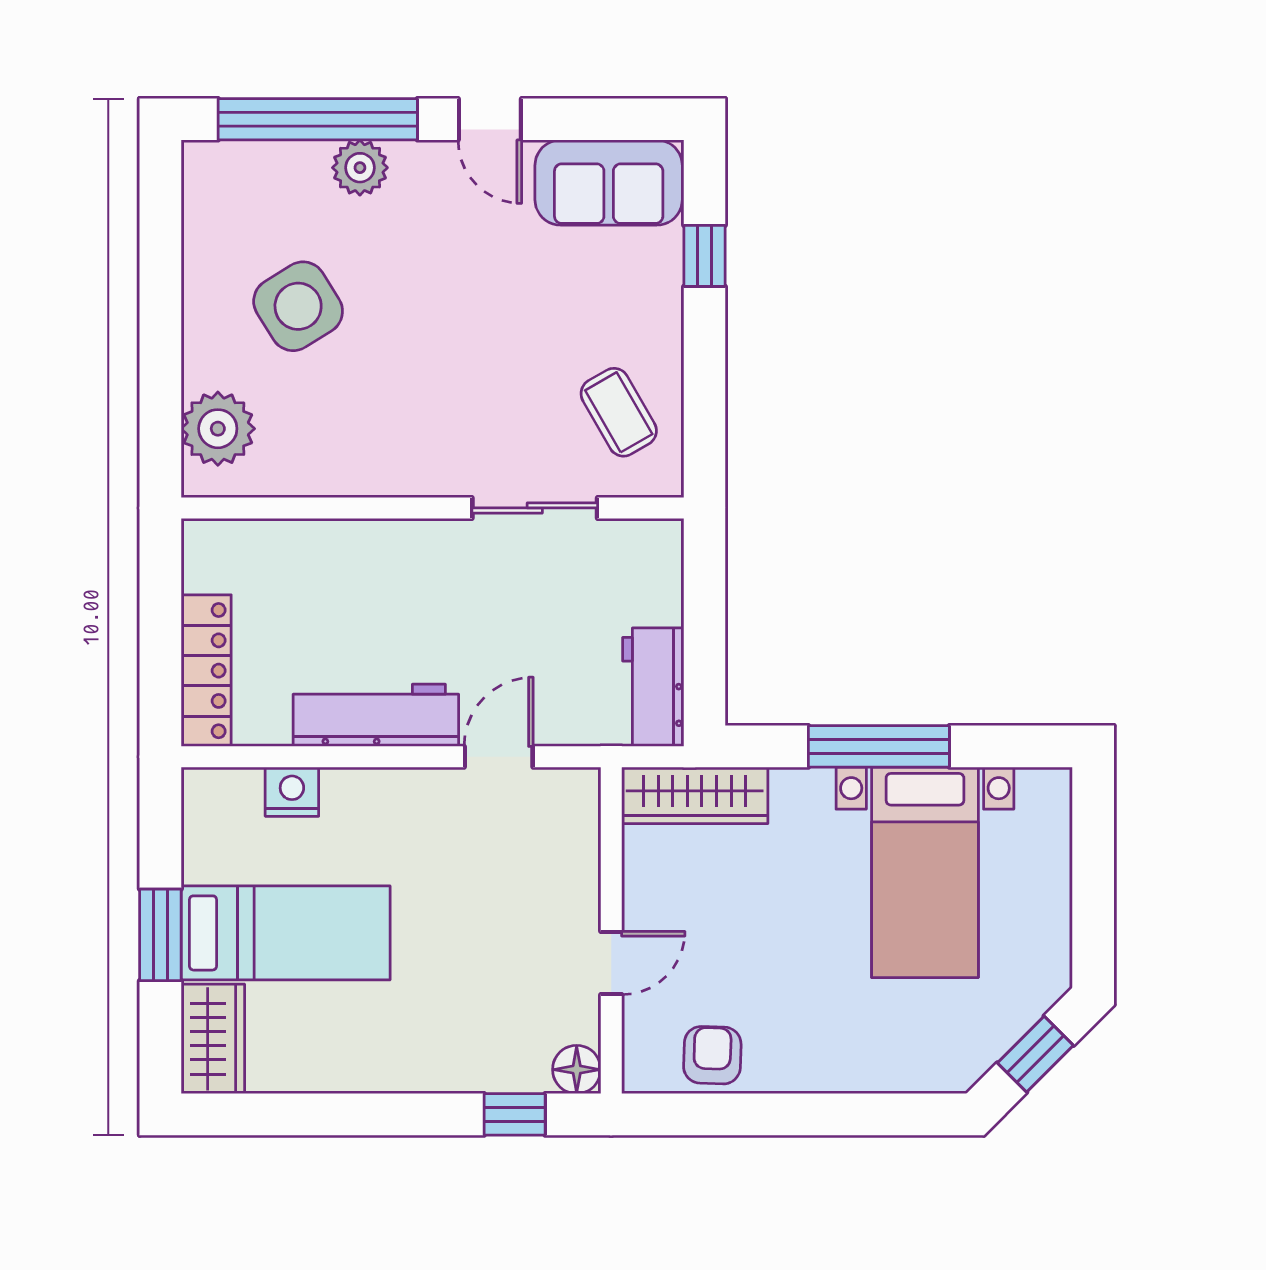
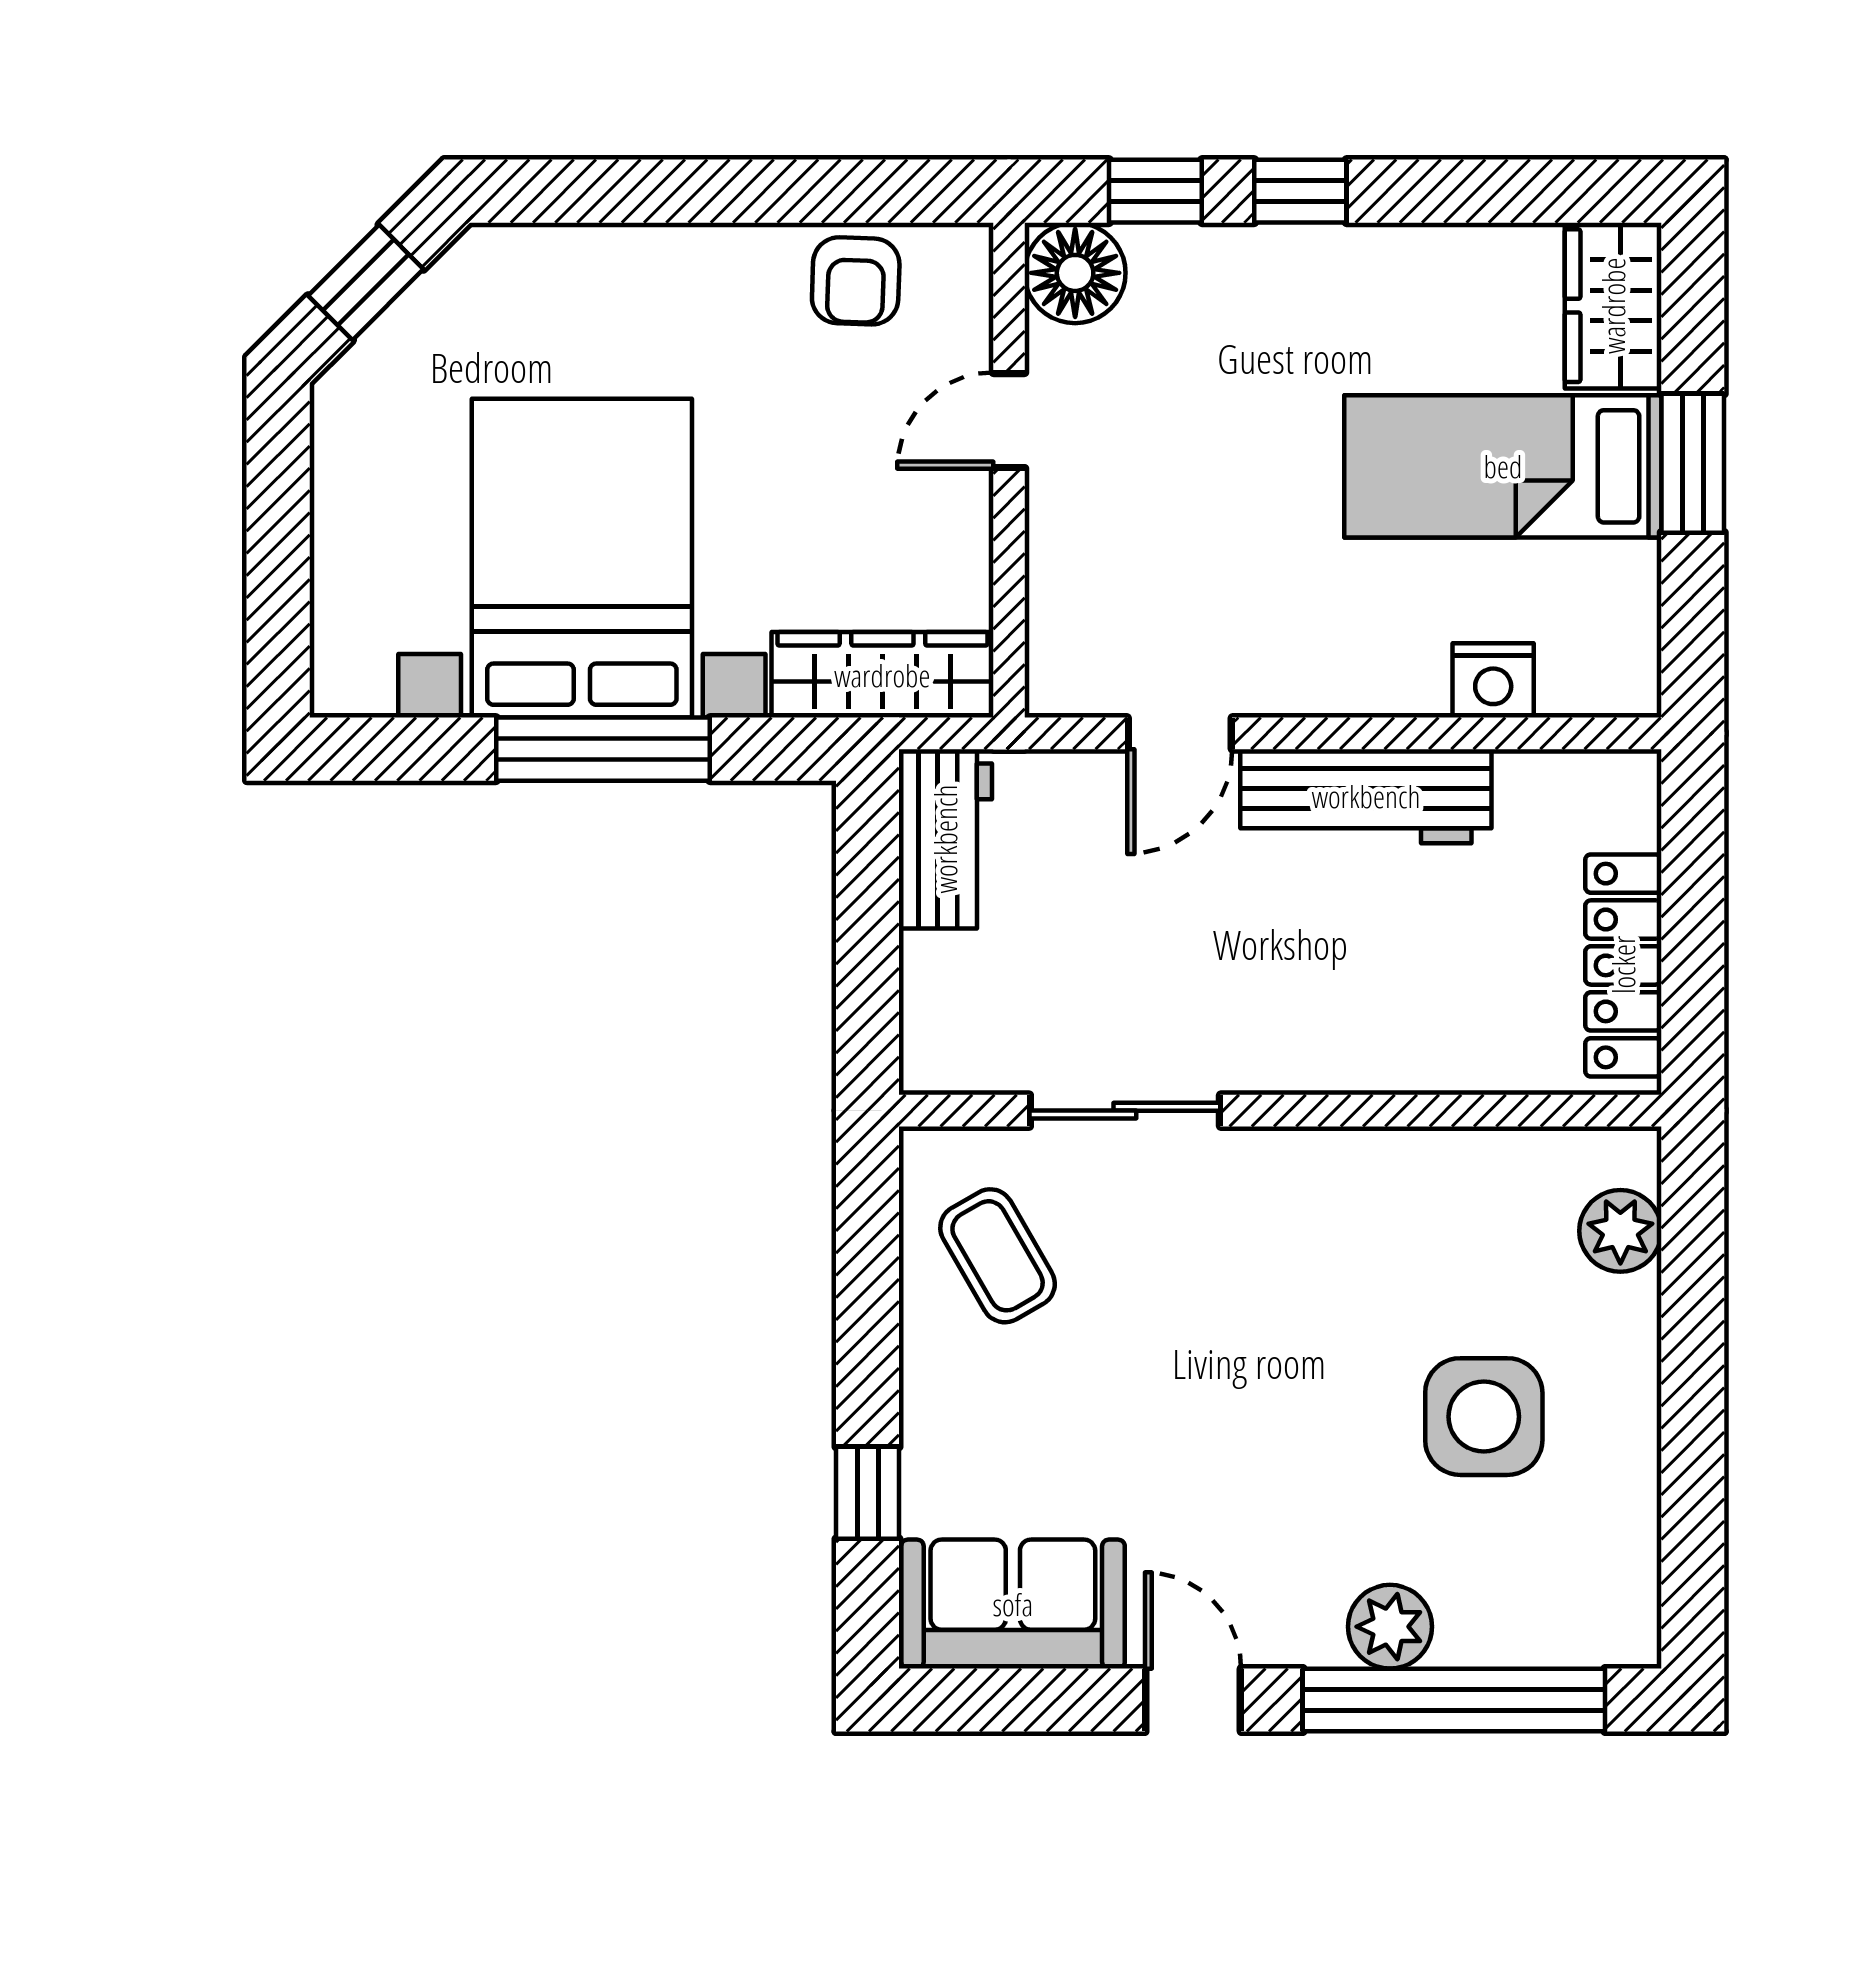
side table: (298, 306) -> (1484, 1417), turned 32
plant: (218, 429) -> (1620, 1231), width x0.73, depth x0.73
locker: (206, 671) -> (1623, 965), moved
bed with nightstands: (925, 872) -> (582, 558), width x1.36
floor lamp: (577, 1070) -> (1075, 273), width x1.38, depth x1.38
window: (419, 1114) -> (1300, 191), added

